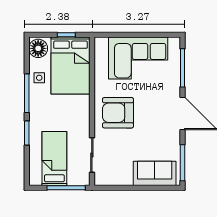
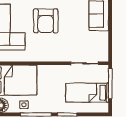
armchair: (118, 113) -> (46, 21), moved

